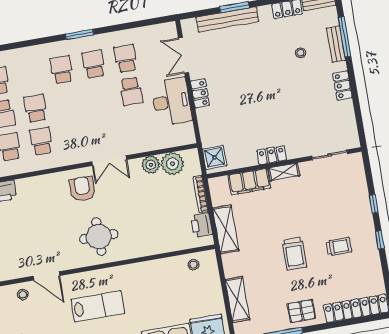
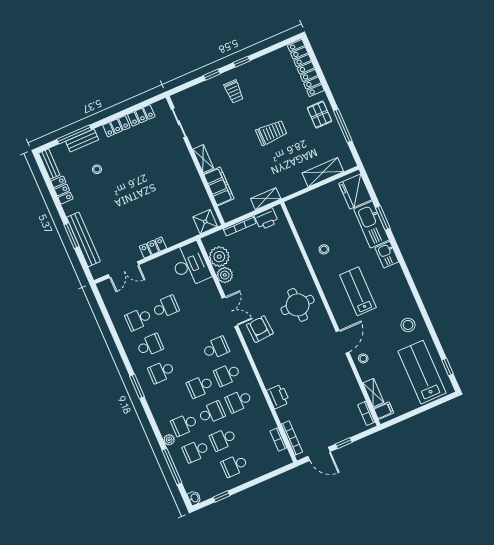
window: (80, 34) -> (137, 386), moved
school desk: (94, 64) -> (150, 345), turned 180
desk: (171, 102) -> (190, 265), moved, turned 90
school desk: (73, 136) -> (216, 348), added
locker: (272, 155) -> (141, 115), moved, turned -90
armchair: (82, 189) -> (260, 329), turned 86
shelving: (226, 229) -> (266, 199), width x0.67, depth x0.75
trolley: (339, 247) -> (234, 91), moved, turned 180
stool: (193, 265) -> (324, 249), moved

